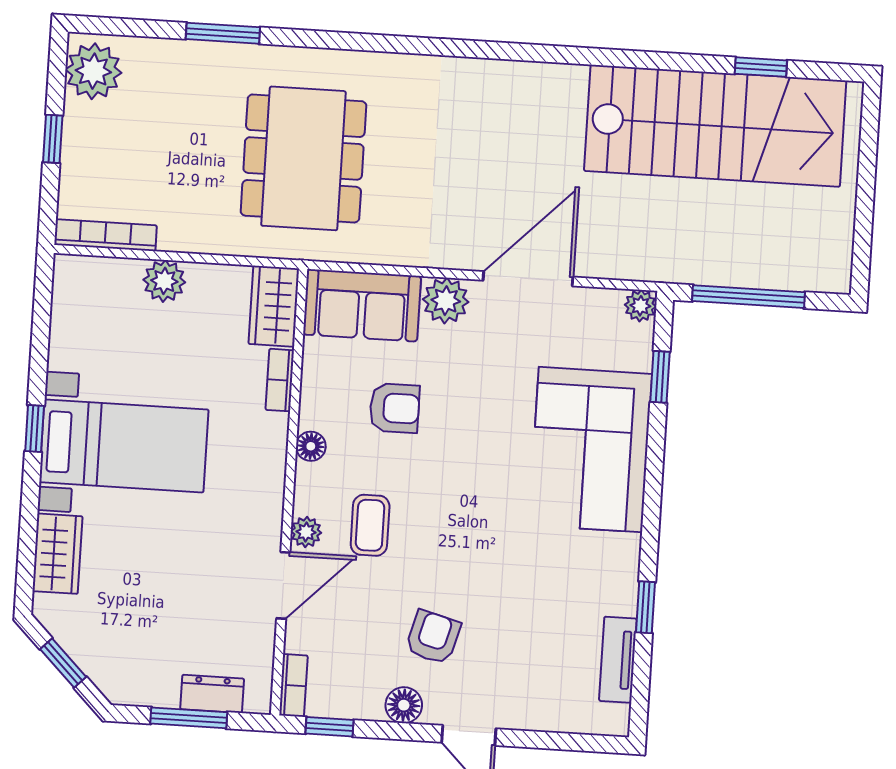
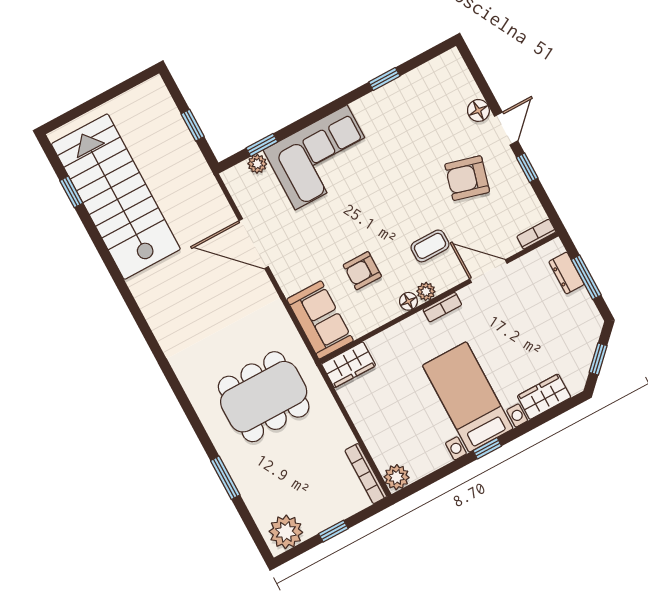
plant: (164, 281) -> (397, 477), moved
window: (749, 297) -> (193, 125), width x0.46
plant: (446, 301) -> (291, 279), removed
plant: (640, 306) -> (257, 164), moved
bookcase: (280, 380) -> (442, 307), moved
armchair: (395, 408) -> (362, 271), turned -90
plant: (306, 532) -> (426, 291), moved
armchair: (433, 637) -> (467, 178), width x1.38, depth x1.38
tv unit: (618, 660) -> (420, 76), removed
floor lamp: (404, 705) -> (478, 110), moved
window: (330, 727) -> (527, 168), moved

